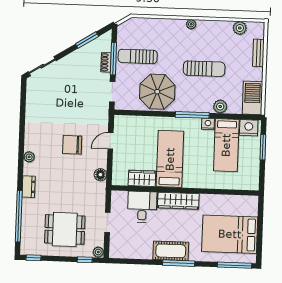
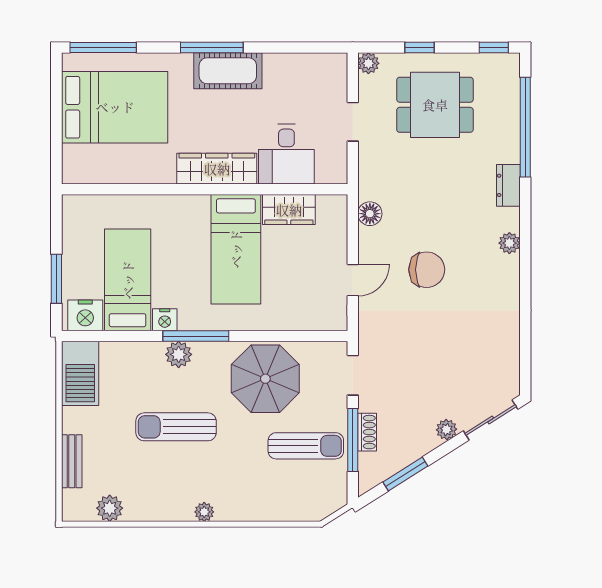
plant: (65, 62) -> (446, 430), added
plant: (220, 106) -> (179, 354), moved
window: (85, 260) -> (420, 47), moved

